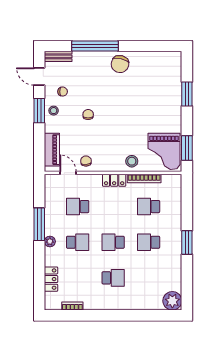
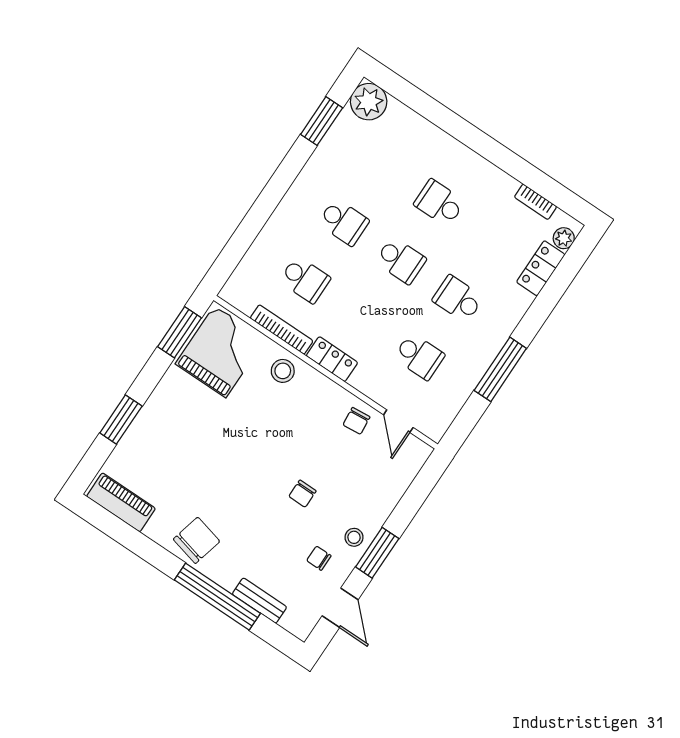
bench: (58, 56) -> (259, 601), moved
piano: (52, 150) -> (121, 502), moved, turned 90
plant: (50, 241) -> (564, 238), moved
window: (187, 243) -> (322, 121), moved

